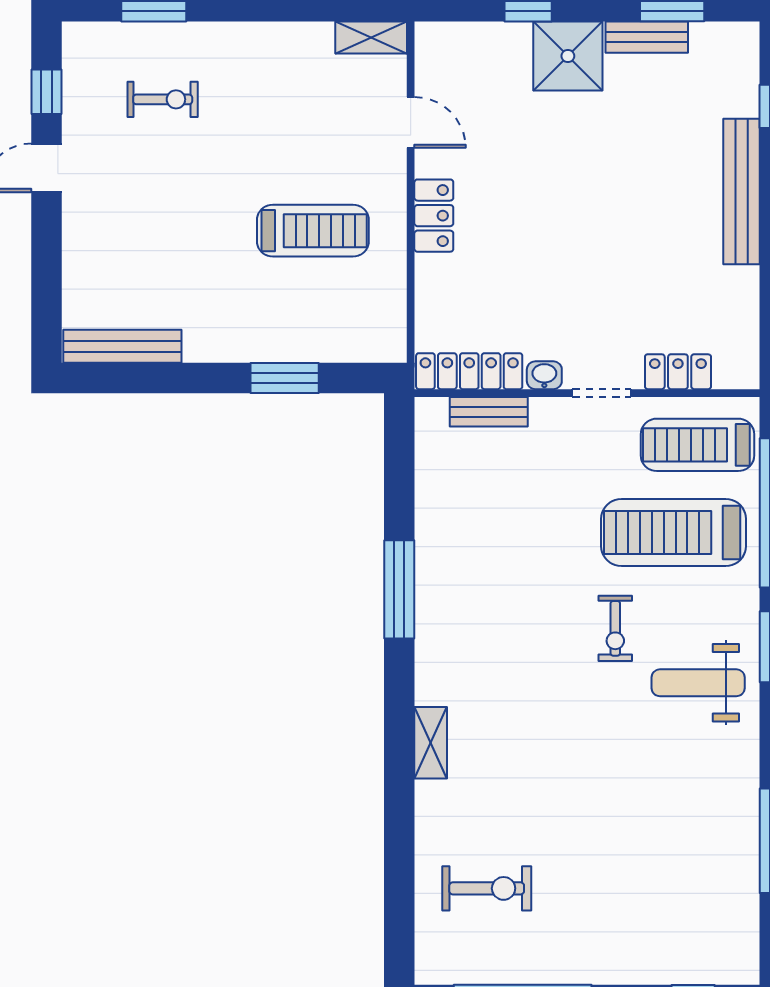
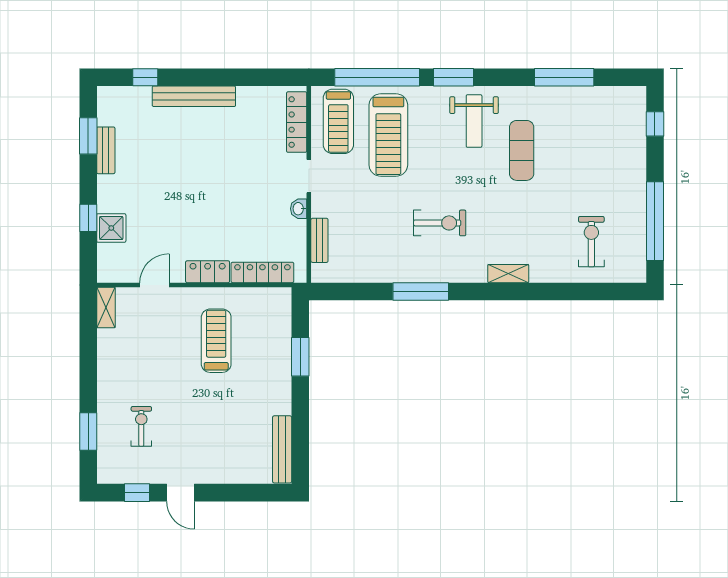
shower: (568, 56) -> (111, 228), moved, width x0.73, depth x0.73
locker: (469, 371) -> (262, 272), moved, turned 90
locker: (678, 372) -> (297, 122), width x1.53
exercise bike: (615, 628) -> (440, 223), moved, width x1.38, depth x1.39
exercise mat: (646, 766) -> (522, 150), added

